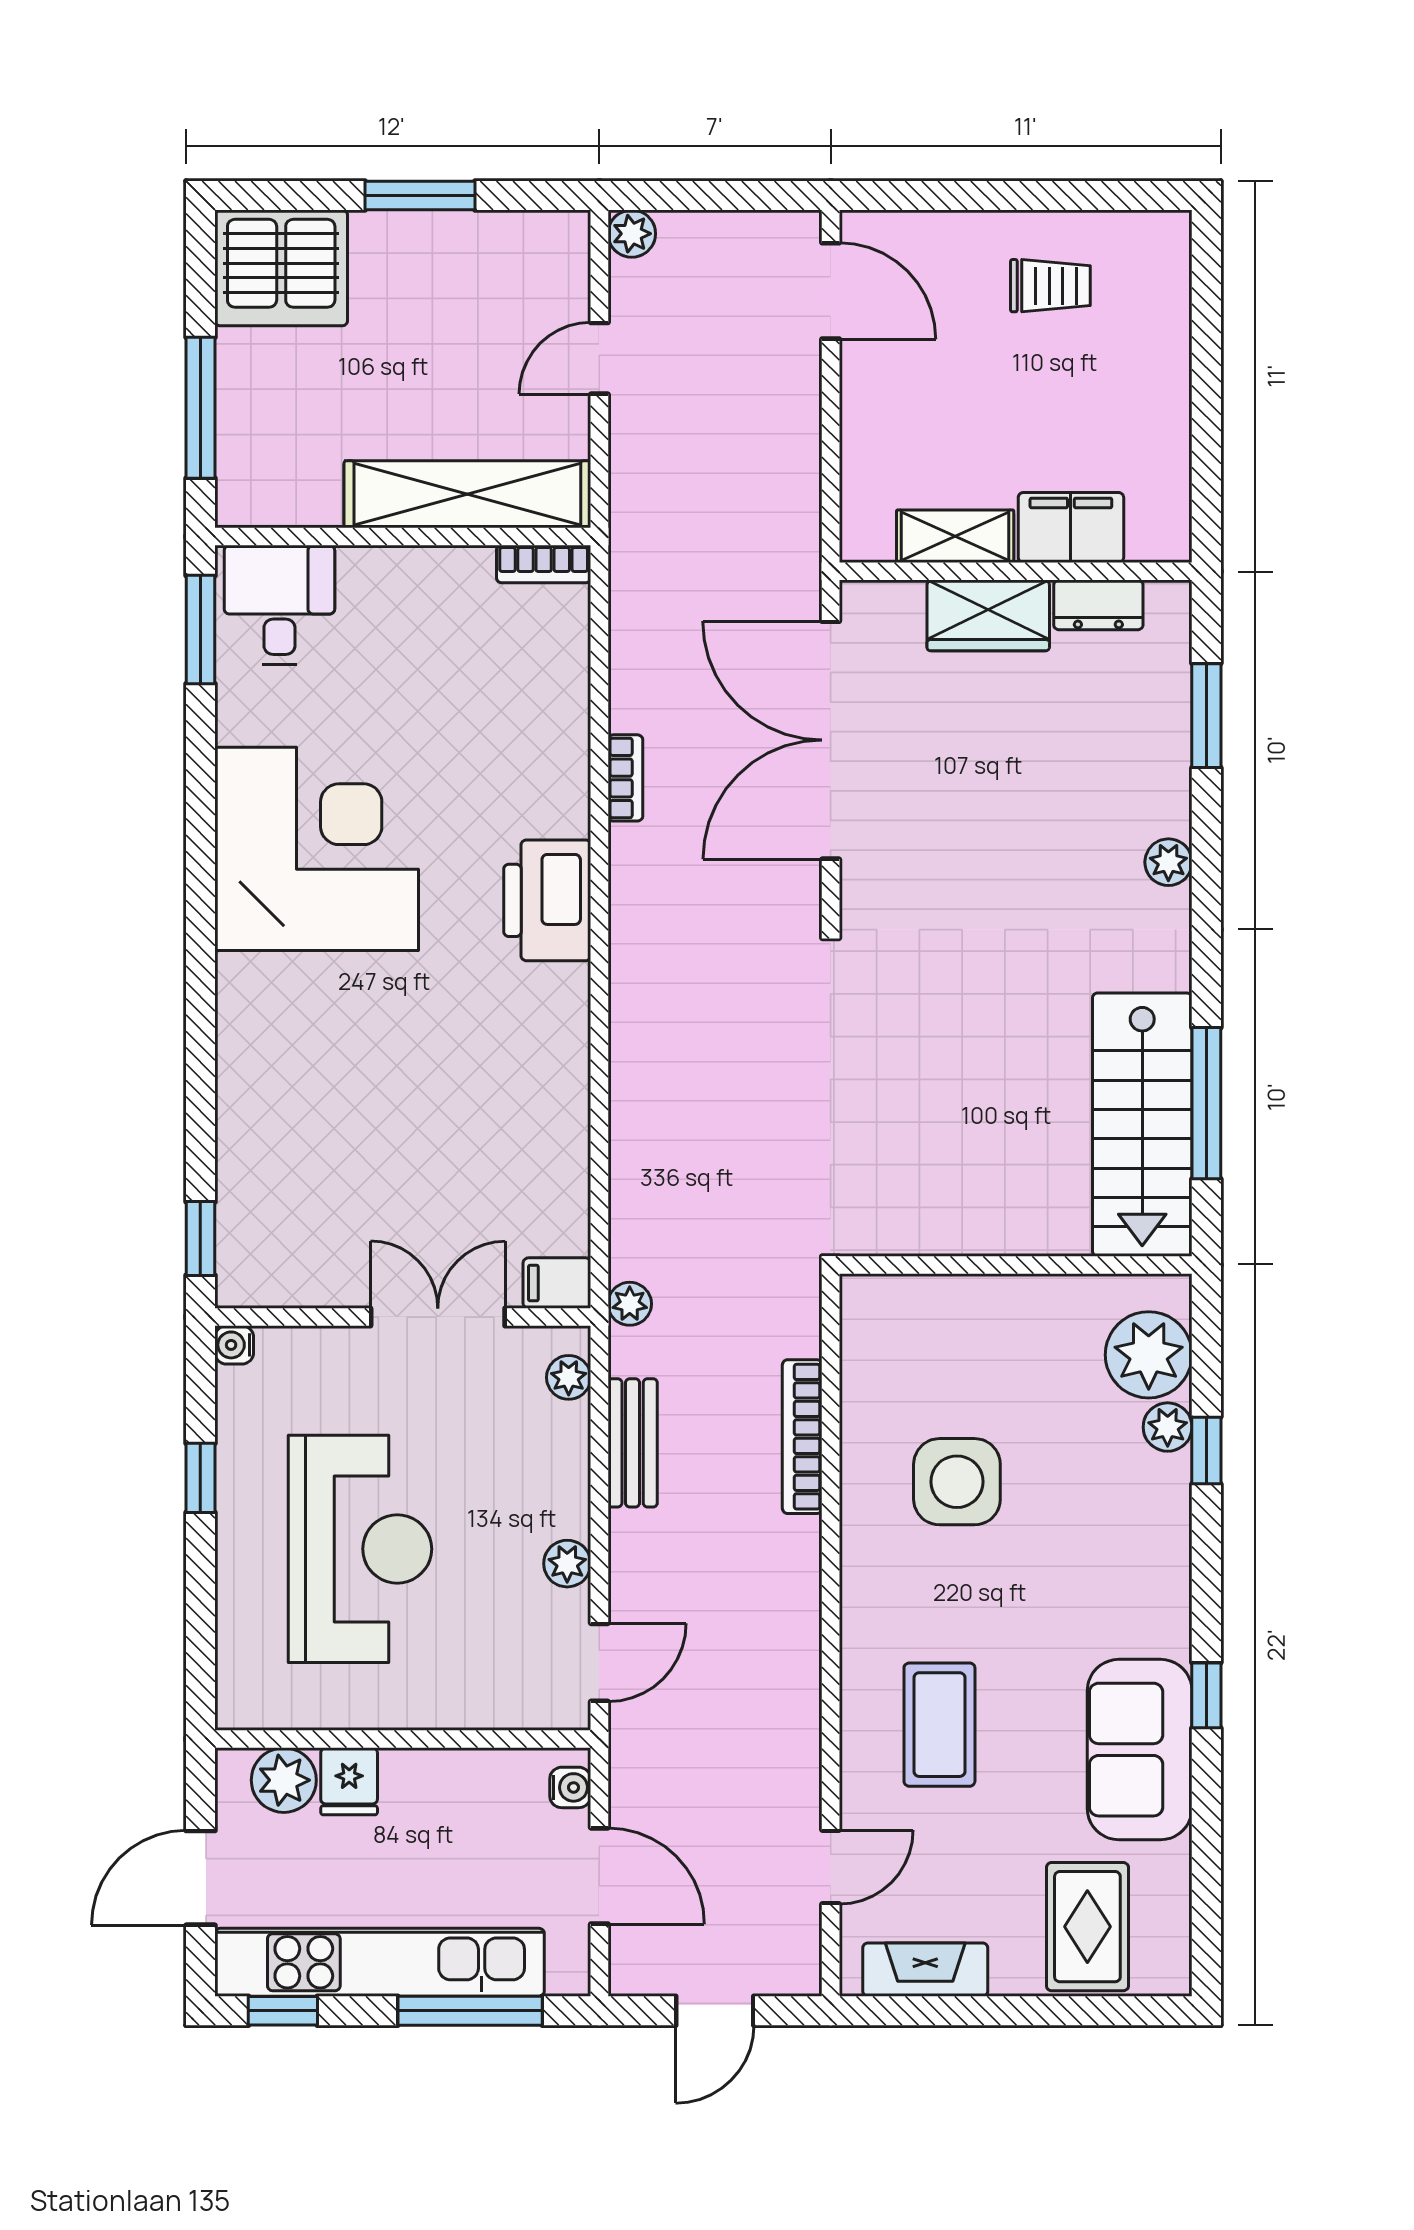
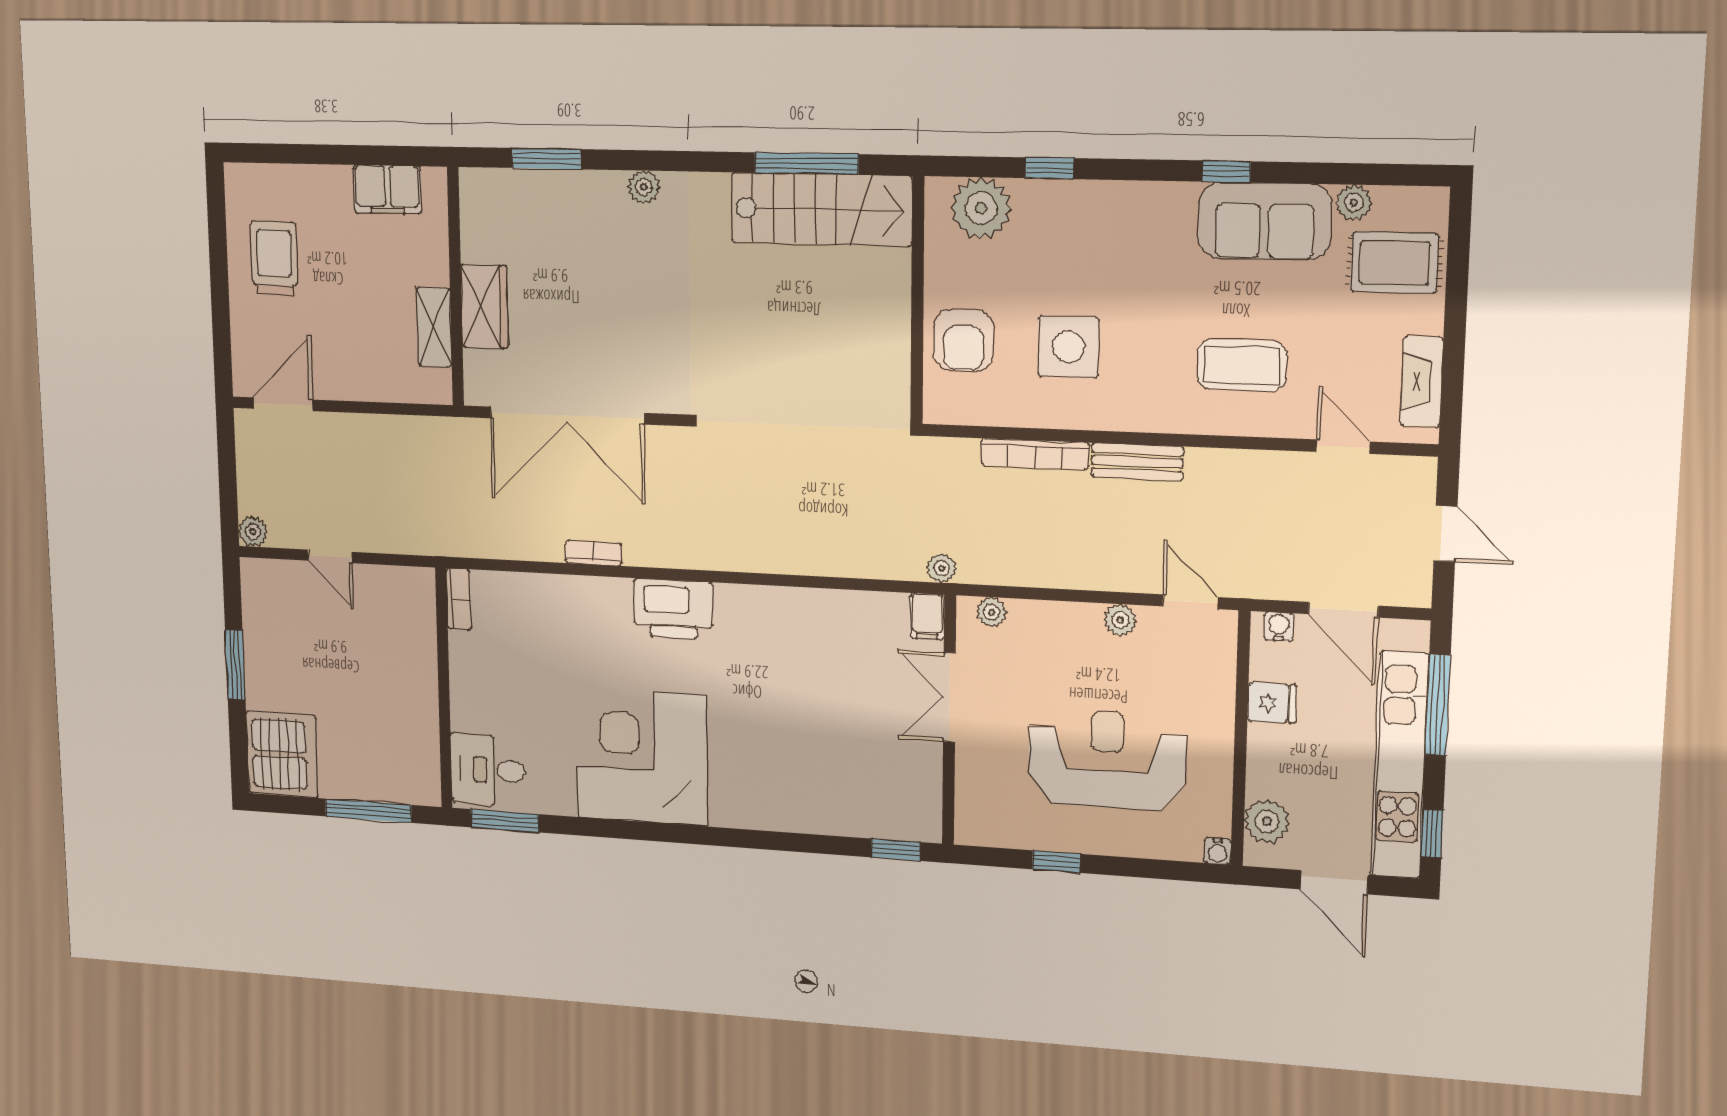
trolley: (1050, 286) -> (274, 258), width x1.36, depth x1.39
shelving: (467, 494) -> (416, 646), removed
filing cabinet: (1071, 527) -> (387, 189), moved, turned -90
dresser: (1098, 605) -> (476, 231), removed
armchair: (961, 1332) -> (963, 340), added
water cooler: (234, 1345) -> (1217, 851), moved
plant: (1168, 1427) -> (1354, 203), moved
bench: (633, 1443) -> (1137, 462), moved
fridge: (349, 1781) -> (1272, 703), moved
door: (599, 1876) -> (1343, 610), swing flipped

